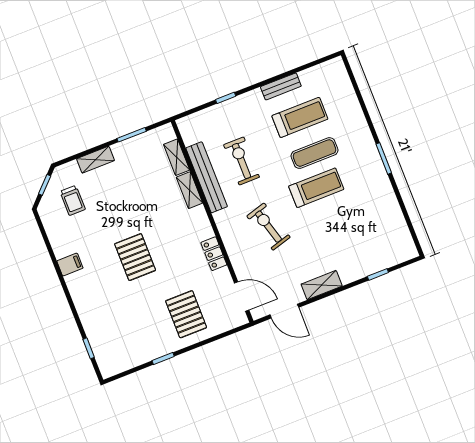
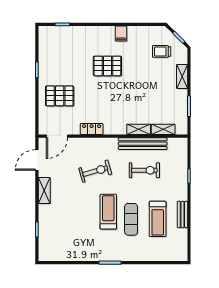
treadmill: (316, 188) -> (108, 212), turned 180
pallet: (135, 257) -> (107, 66), moved

